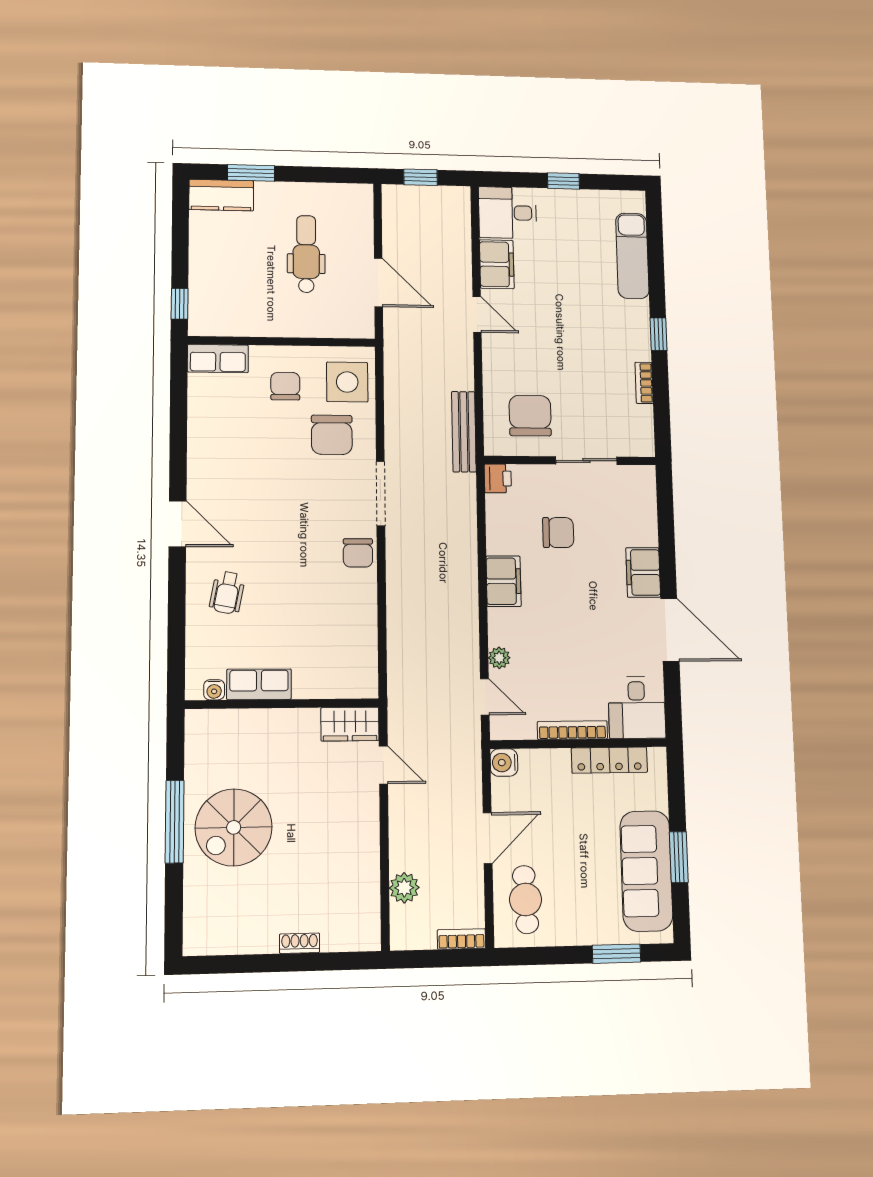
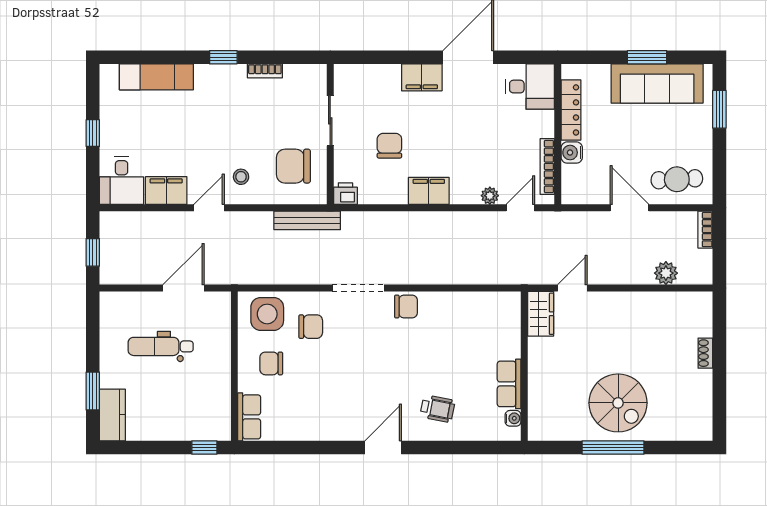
stool: (516, 353) -> (241, 177), added
chair: (332, 435) -> (311, 327), width x0.73, depth x0.73
bookcase: (572, 730) -> (547, 166), moved
water cooler: (504, 763) -> (572, 153), moved, turned 90

